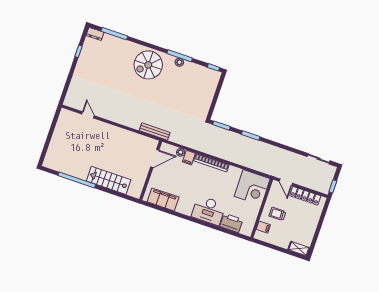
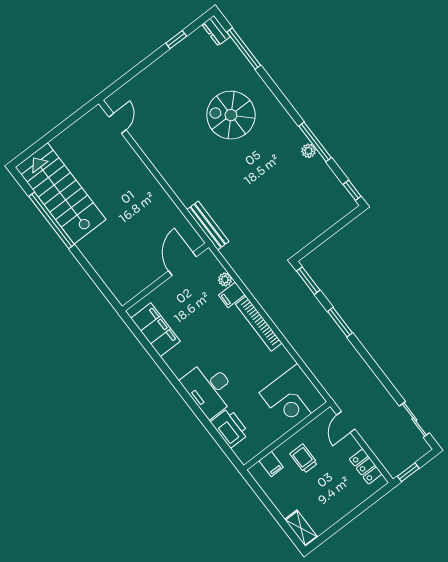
spiral stairs: (148, 65) -> (231, 115), moved
door: (88, 115) -> (117, 123), moved
door: (155, 158) -> (182, 264), swing flipped
stairs: (109, 180) -> (61, 193), moved, width x1.36, depth x1.51
locker: (305, 196) -> (366, 466), width x0.66

